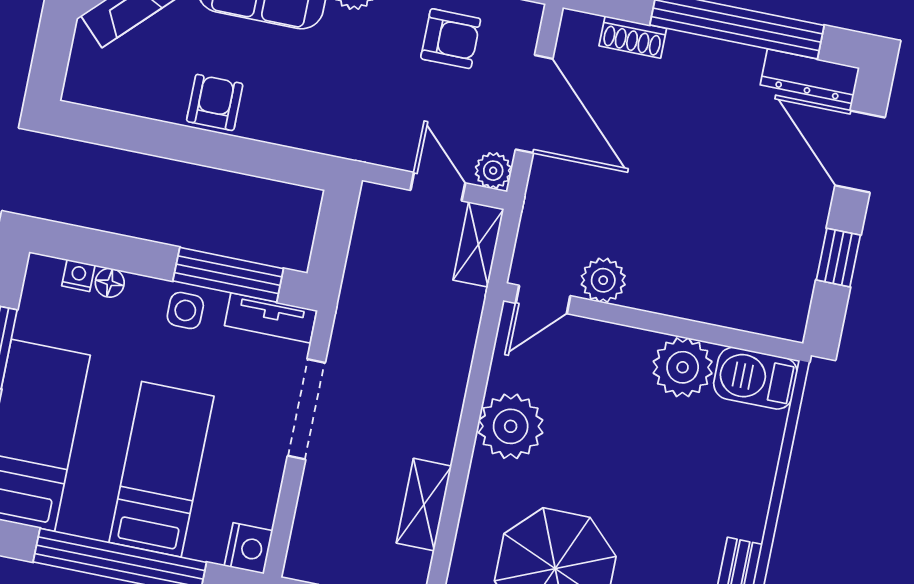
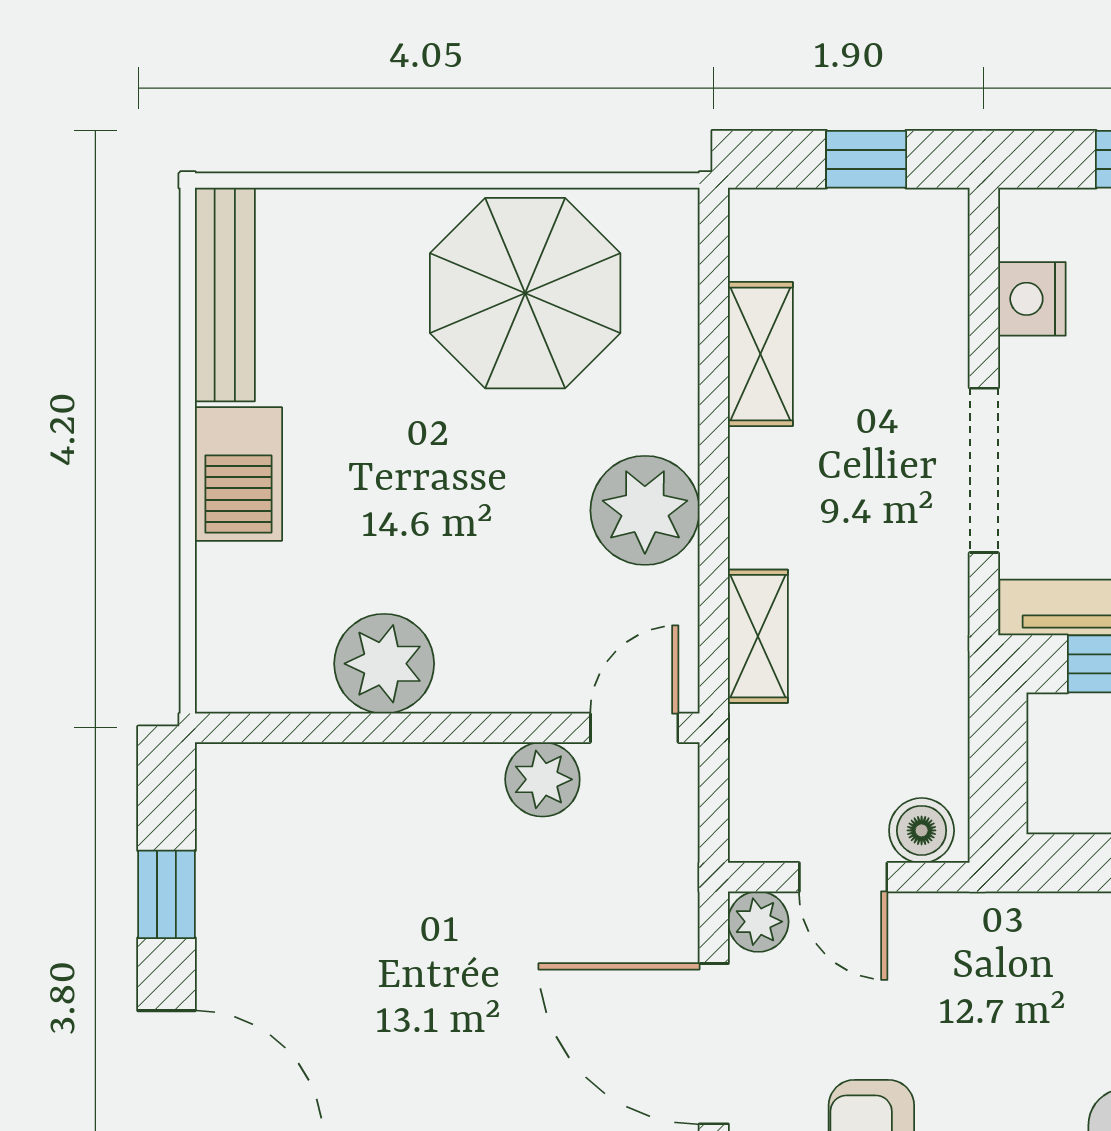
boiler: (386, 205) -> (922, 830), added
shelving: (478, 244) -> (758, 636), moved
barbecue: (755, 378) -> (238, 474), moved, turned 90
nightstand: (249, 548) -> (1032, 299), moved

